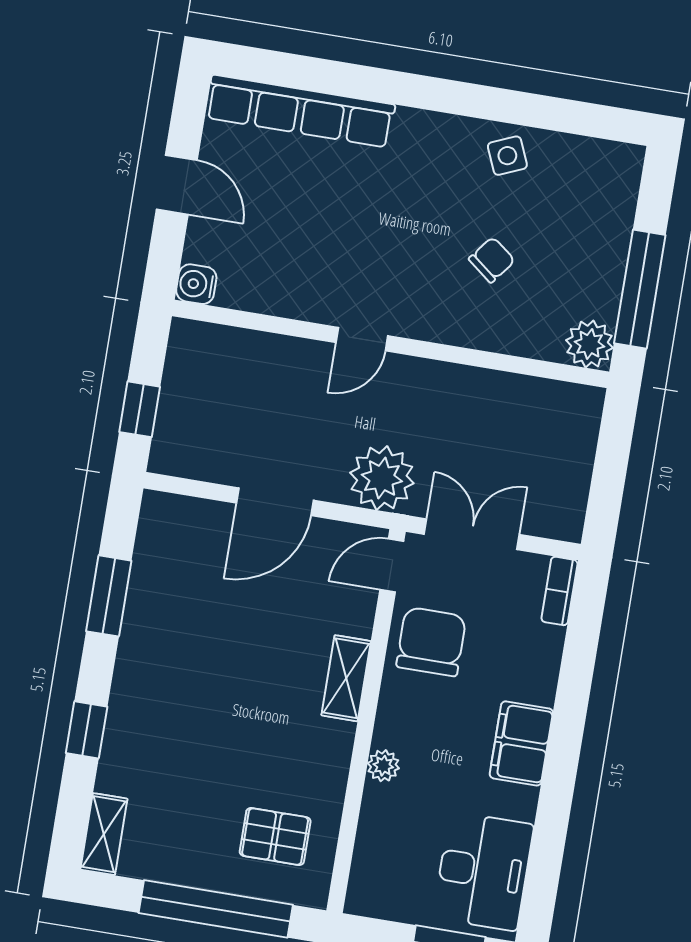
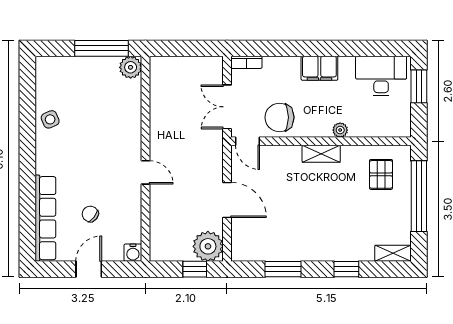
chair: (492, 260) -> (90, 214), moved
plant: (382, 478) -> (208, 246), moved
shelving: (346, 678) -> (321, 154), moved

